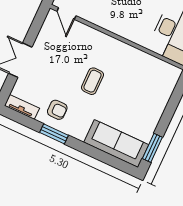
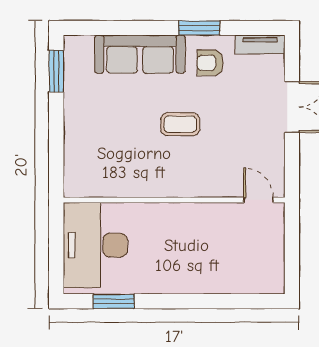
coffee table: (92, 81) -> (180, 124), turned 90
sofa: (116, 144) -> (140, 54), moved

